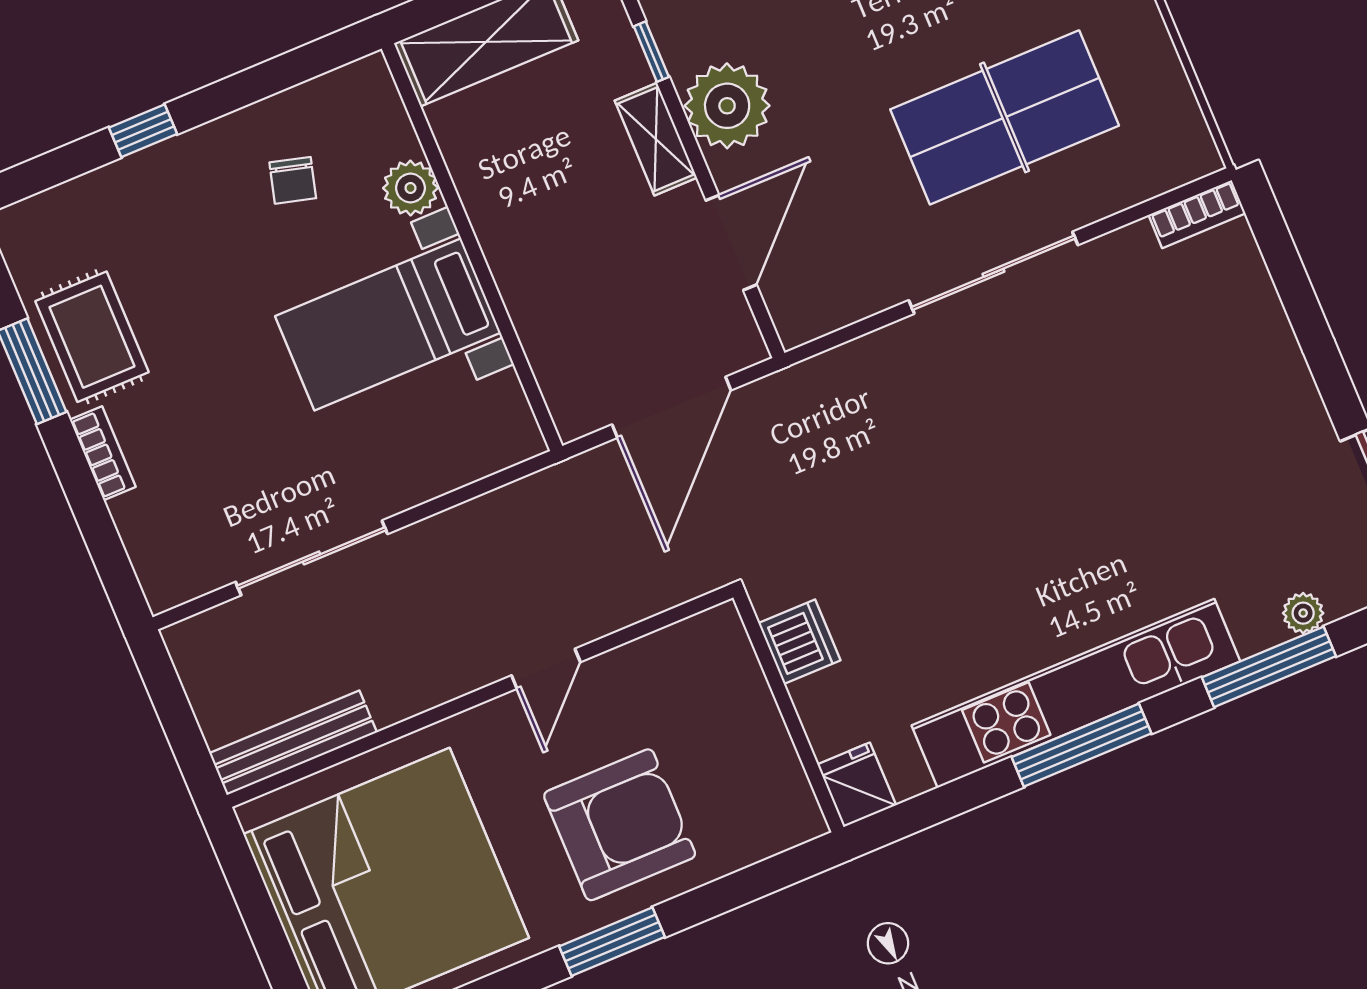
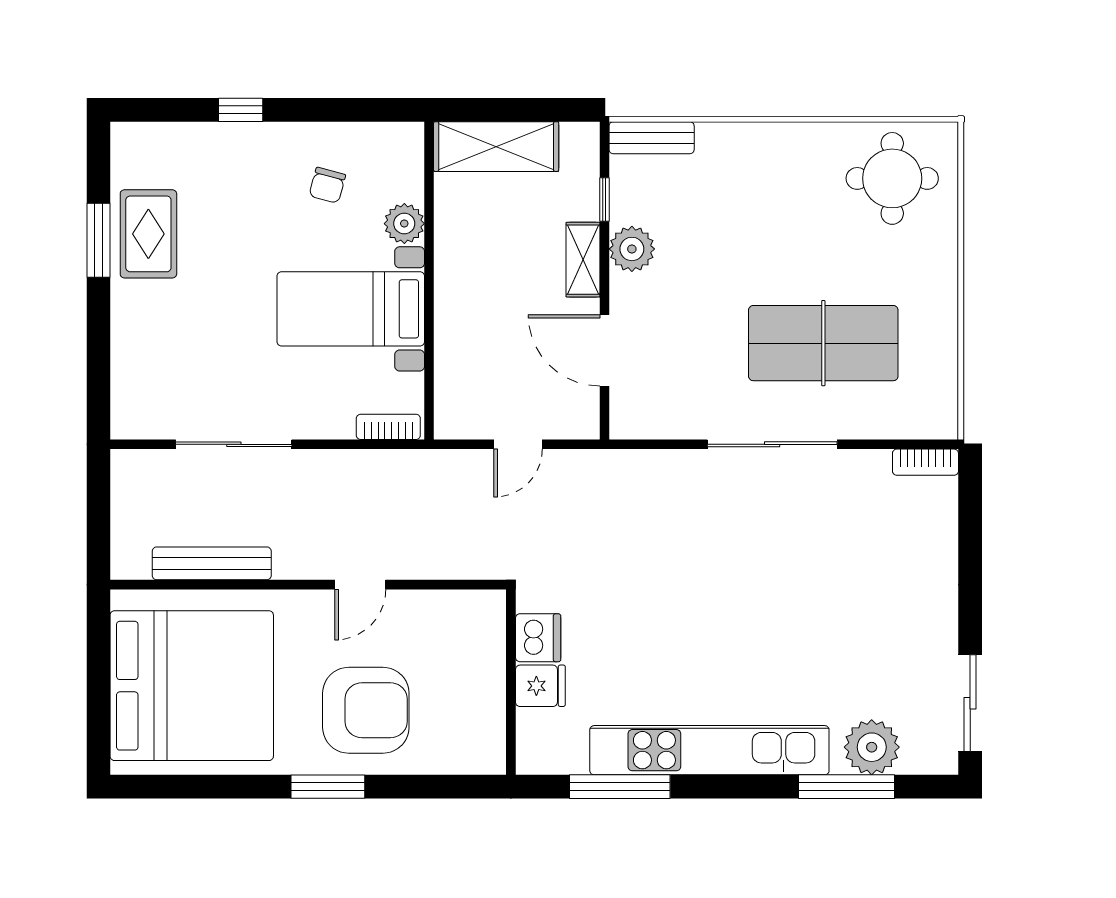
plant: (727, 106) -> (632, 249), width x0.73, depth x0.73
door: (731, 243) -> (604, 350), swing flipped
door: (672, 407) -> (518, 444), width x0.53
bookcase: (103, 453) -> (388, 427), moved, turned -90
plant: (1303, 613) -> (872, 747), width x1.87, depth x1.87
bench: (293, 743) -> (212, 563), moved
window: (1081, 745) -> (620, 787), moved
fridge: (857, 785) -> (540, 686), moved, turned 90

